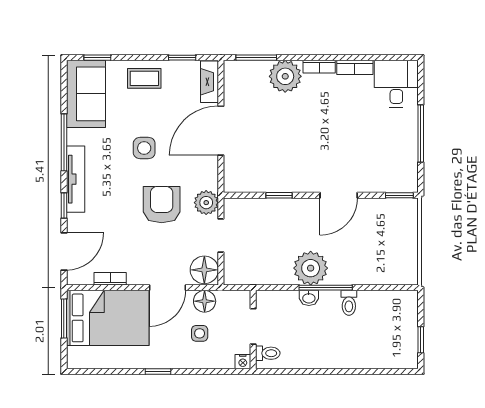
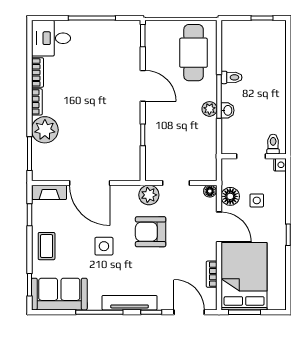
cafe table: (379, 257) -> (194, 53), added
plant: (311, 268) -> (209, 109), width x0.53, depth x0.53
floor lamp: (204, 270) -> (210, 191), width x0.53, depth x0.53

